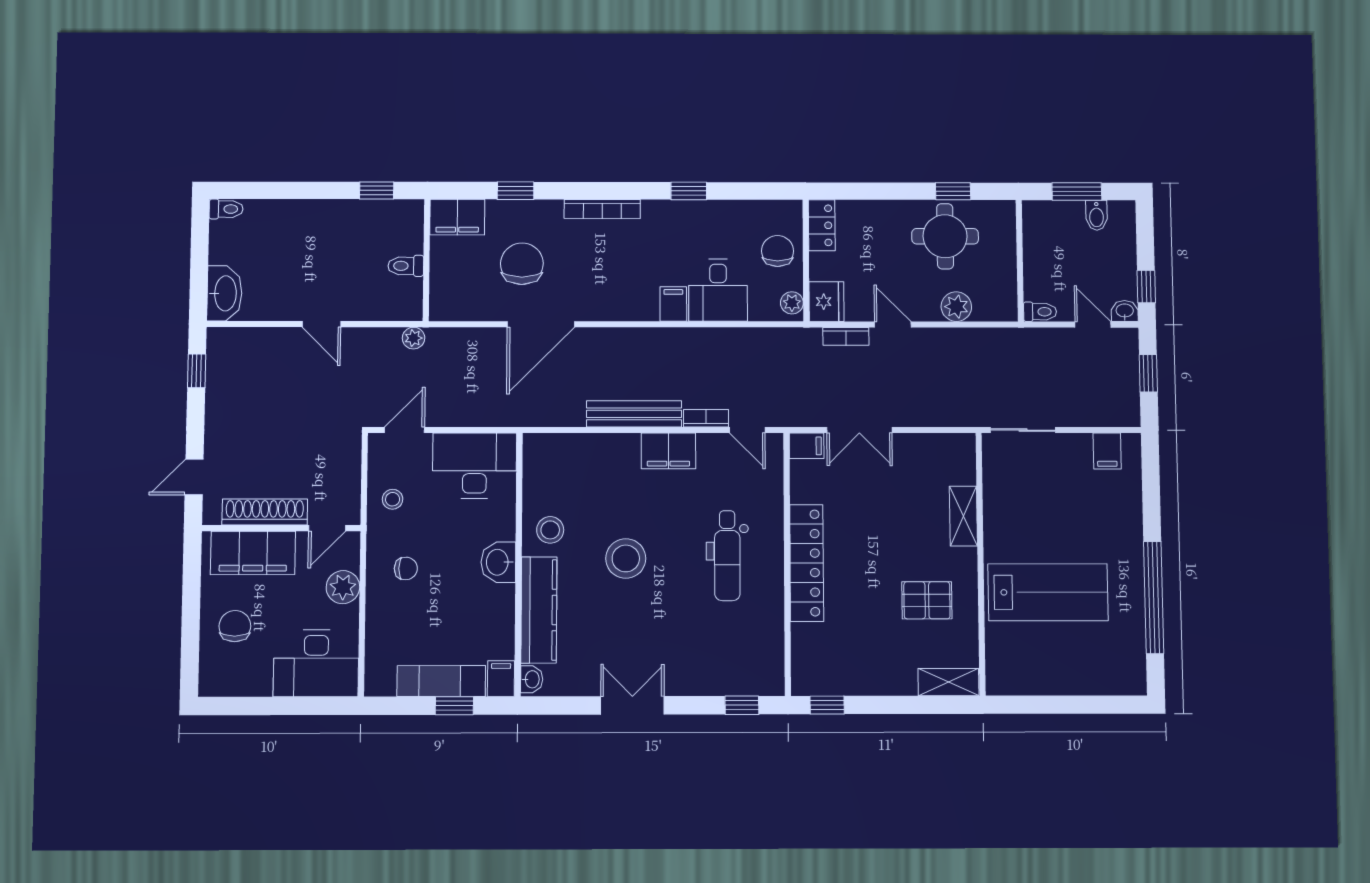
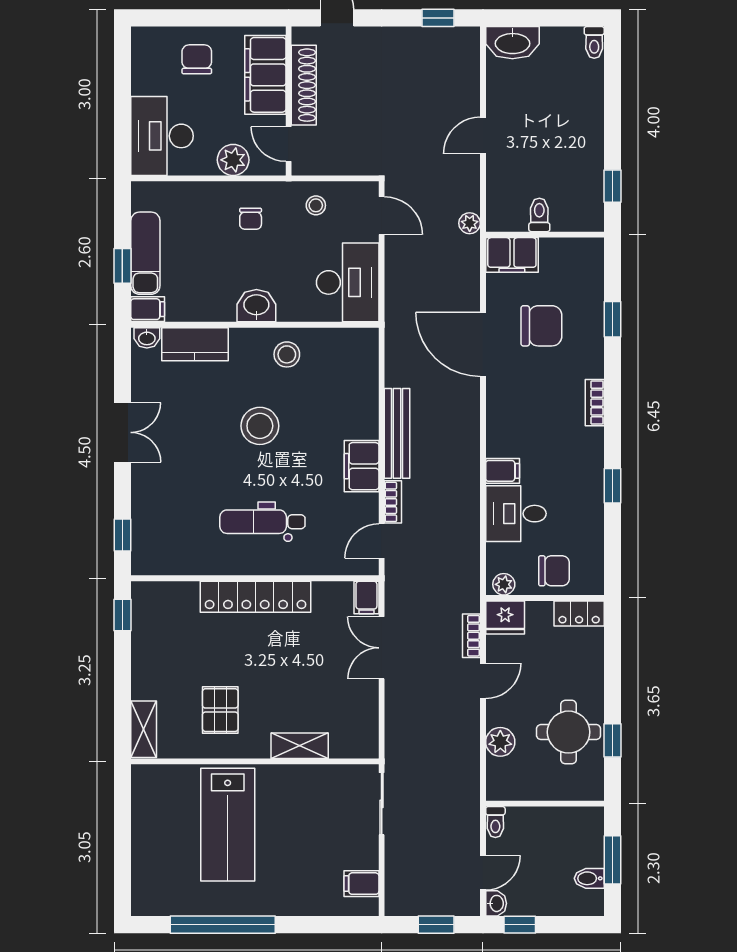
bookcase: (602, 209) -> (595, 403), width x0.64
filing cabinet: (457, 217) -> (512, 255), moved, turned -90
kitchen counter: (539, 610) -> (195, 344), width x0.67
chair: (235, 626) -> (197, 59), turned -90

